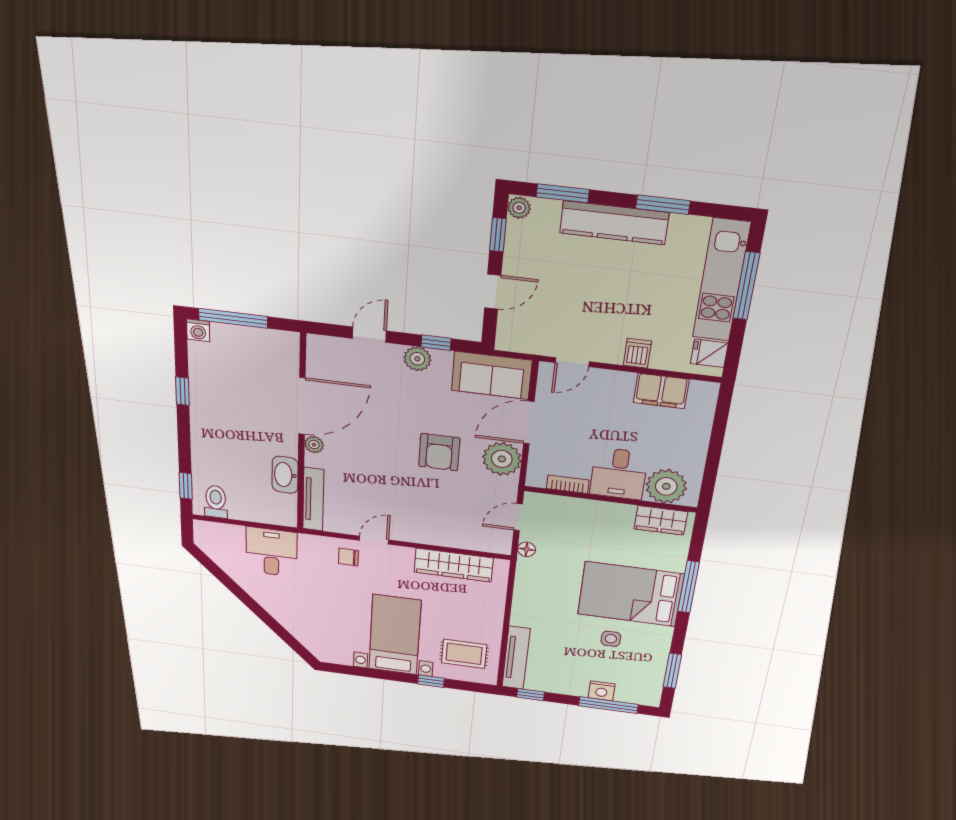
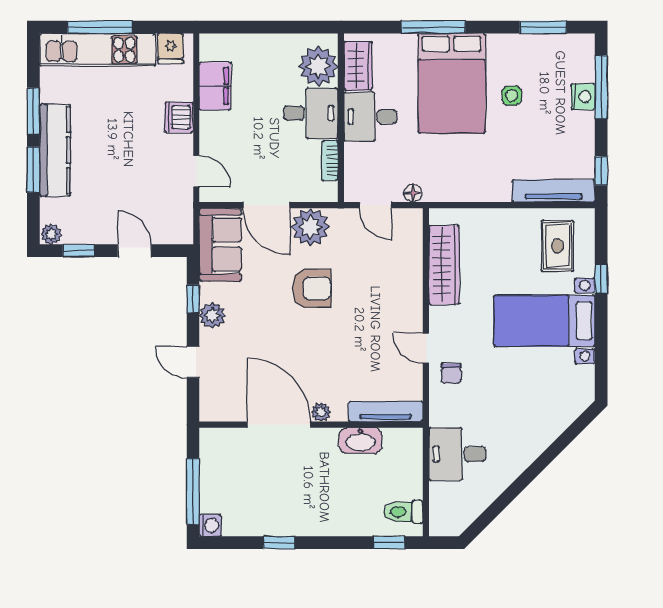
window: (563, 193) -> (33, 170), moved
dishwasher: (637, 353) -> (179, 117), width x1.38
desk: (608, 524) -> (370, 117), added

